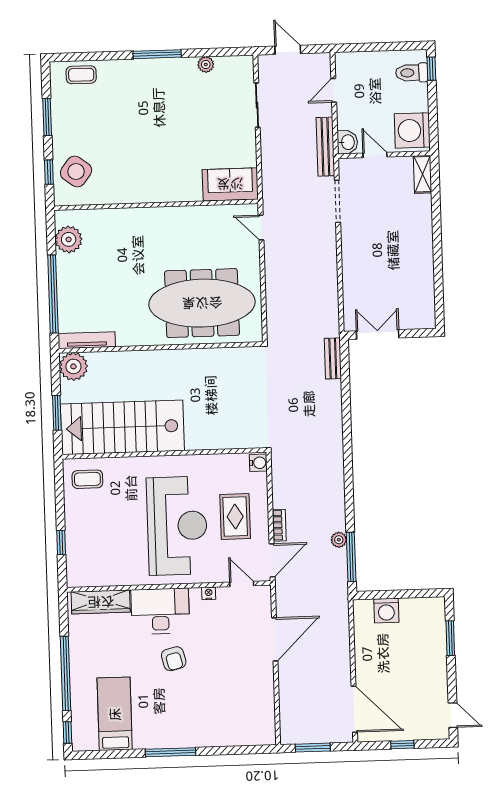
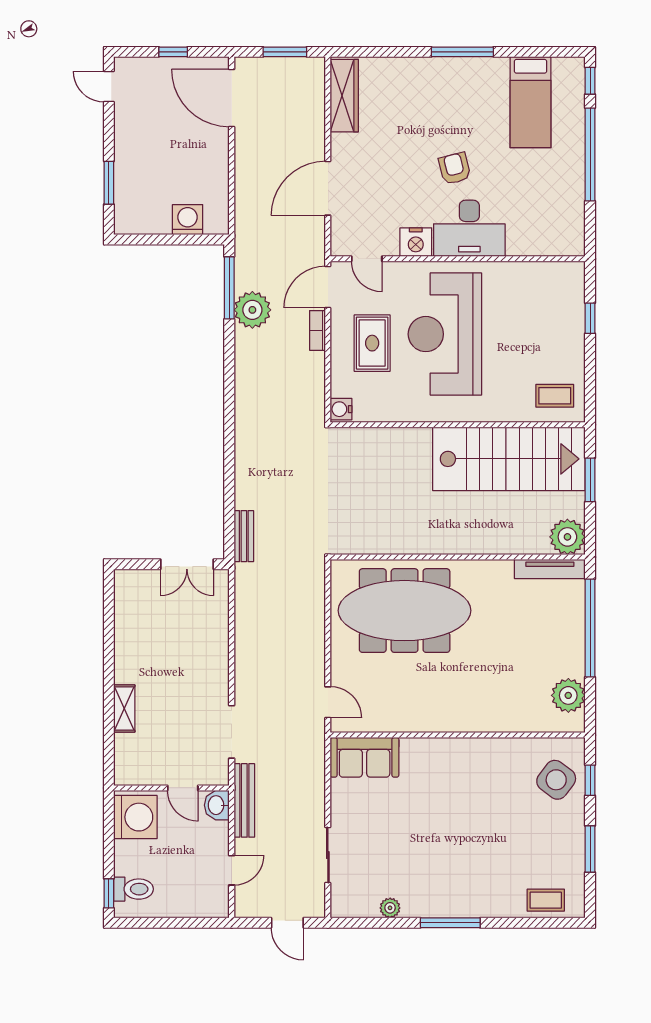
shelving: (423, 174) -> (124, 709), moved
plant: (339, 540) -> (252, 310), width x1.87, depth x1.87
nightstand: (209, 593) -> (416, 242), width x1.89, depth x1.79
wardrobe: (101, 602) -> (344, 96), moved, turned 90

